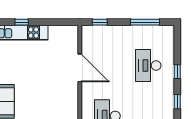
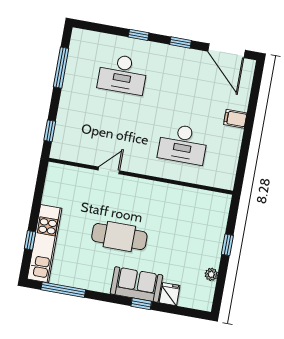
door: (80, 68) -> (109, 170), width x0.53
cafe table: (35, 84) -> (119, 237), added

